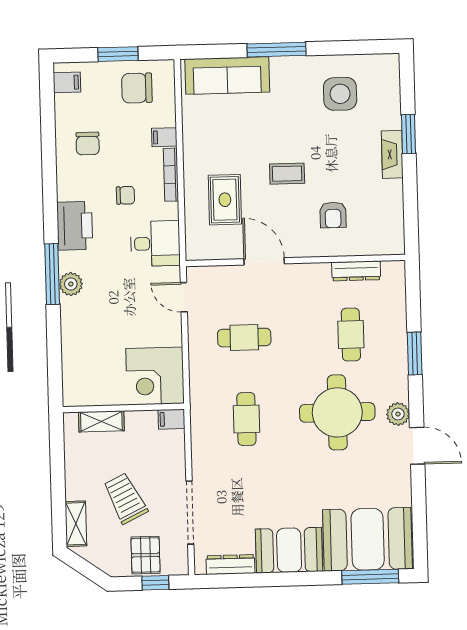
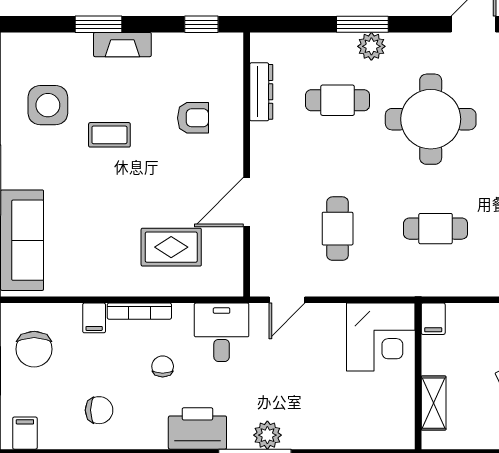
coffee table: (287, 174) -> (109, 135), moved, turned 90
window: (411, 220) -> (201, 24), added
plant: (398, 414) -> (371, 46), moved

